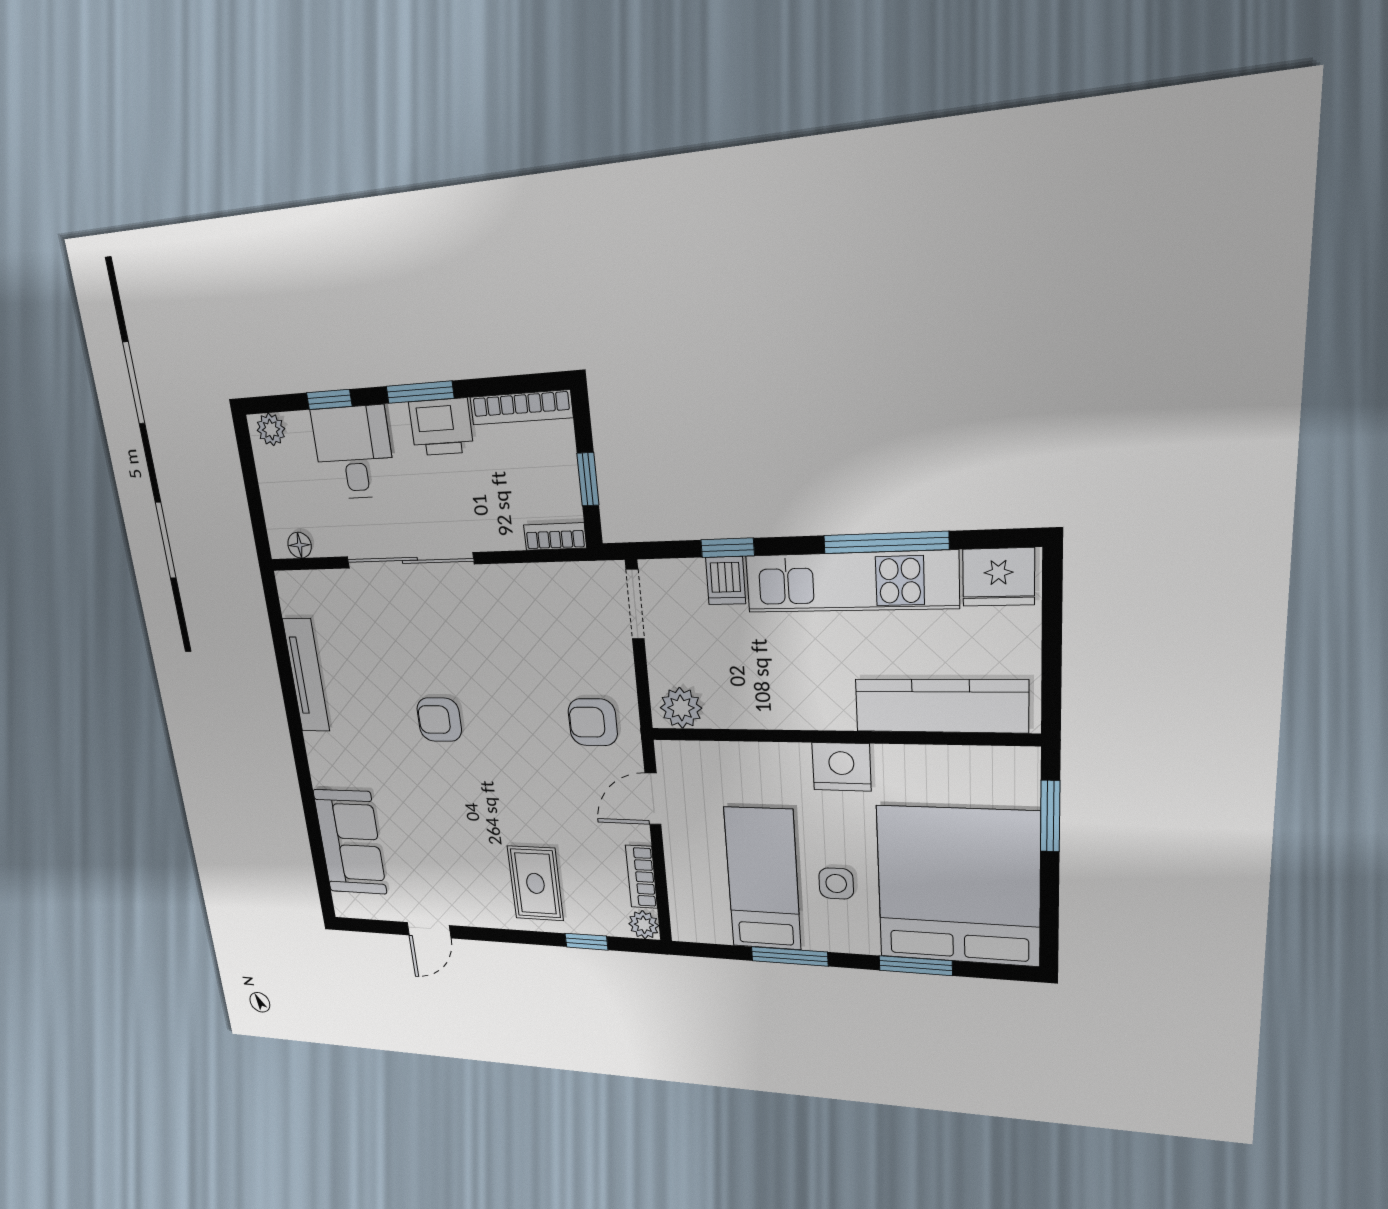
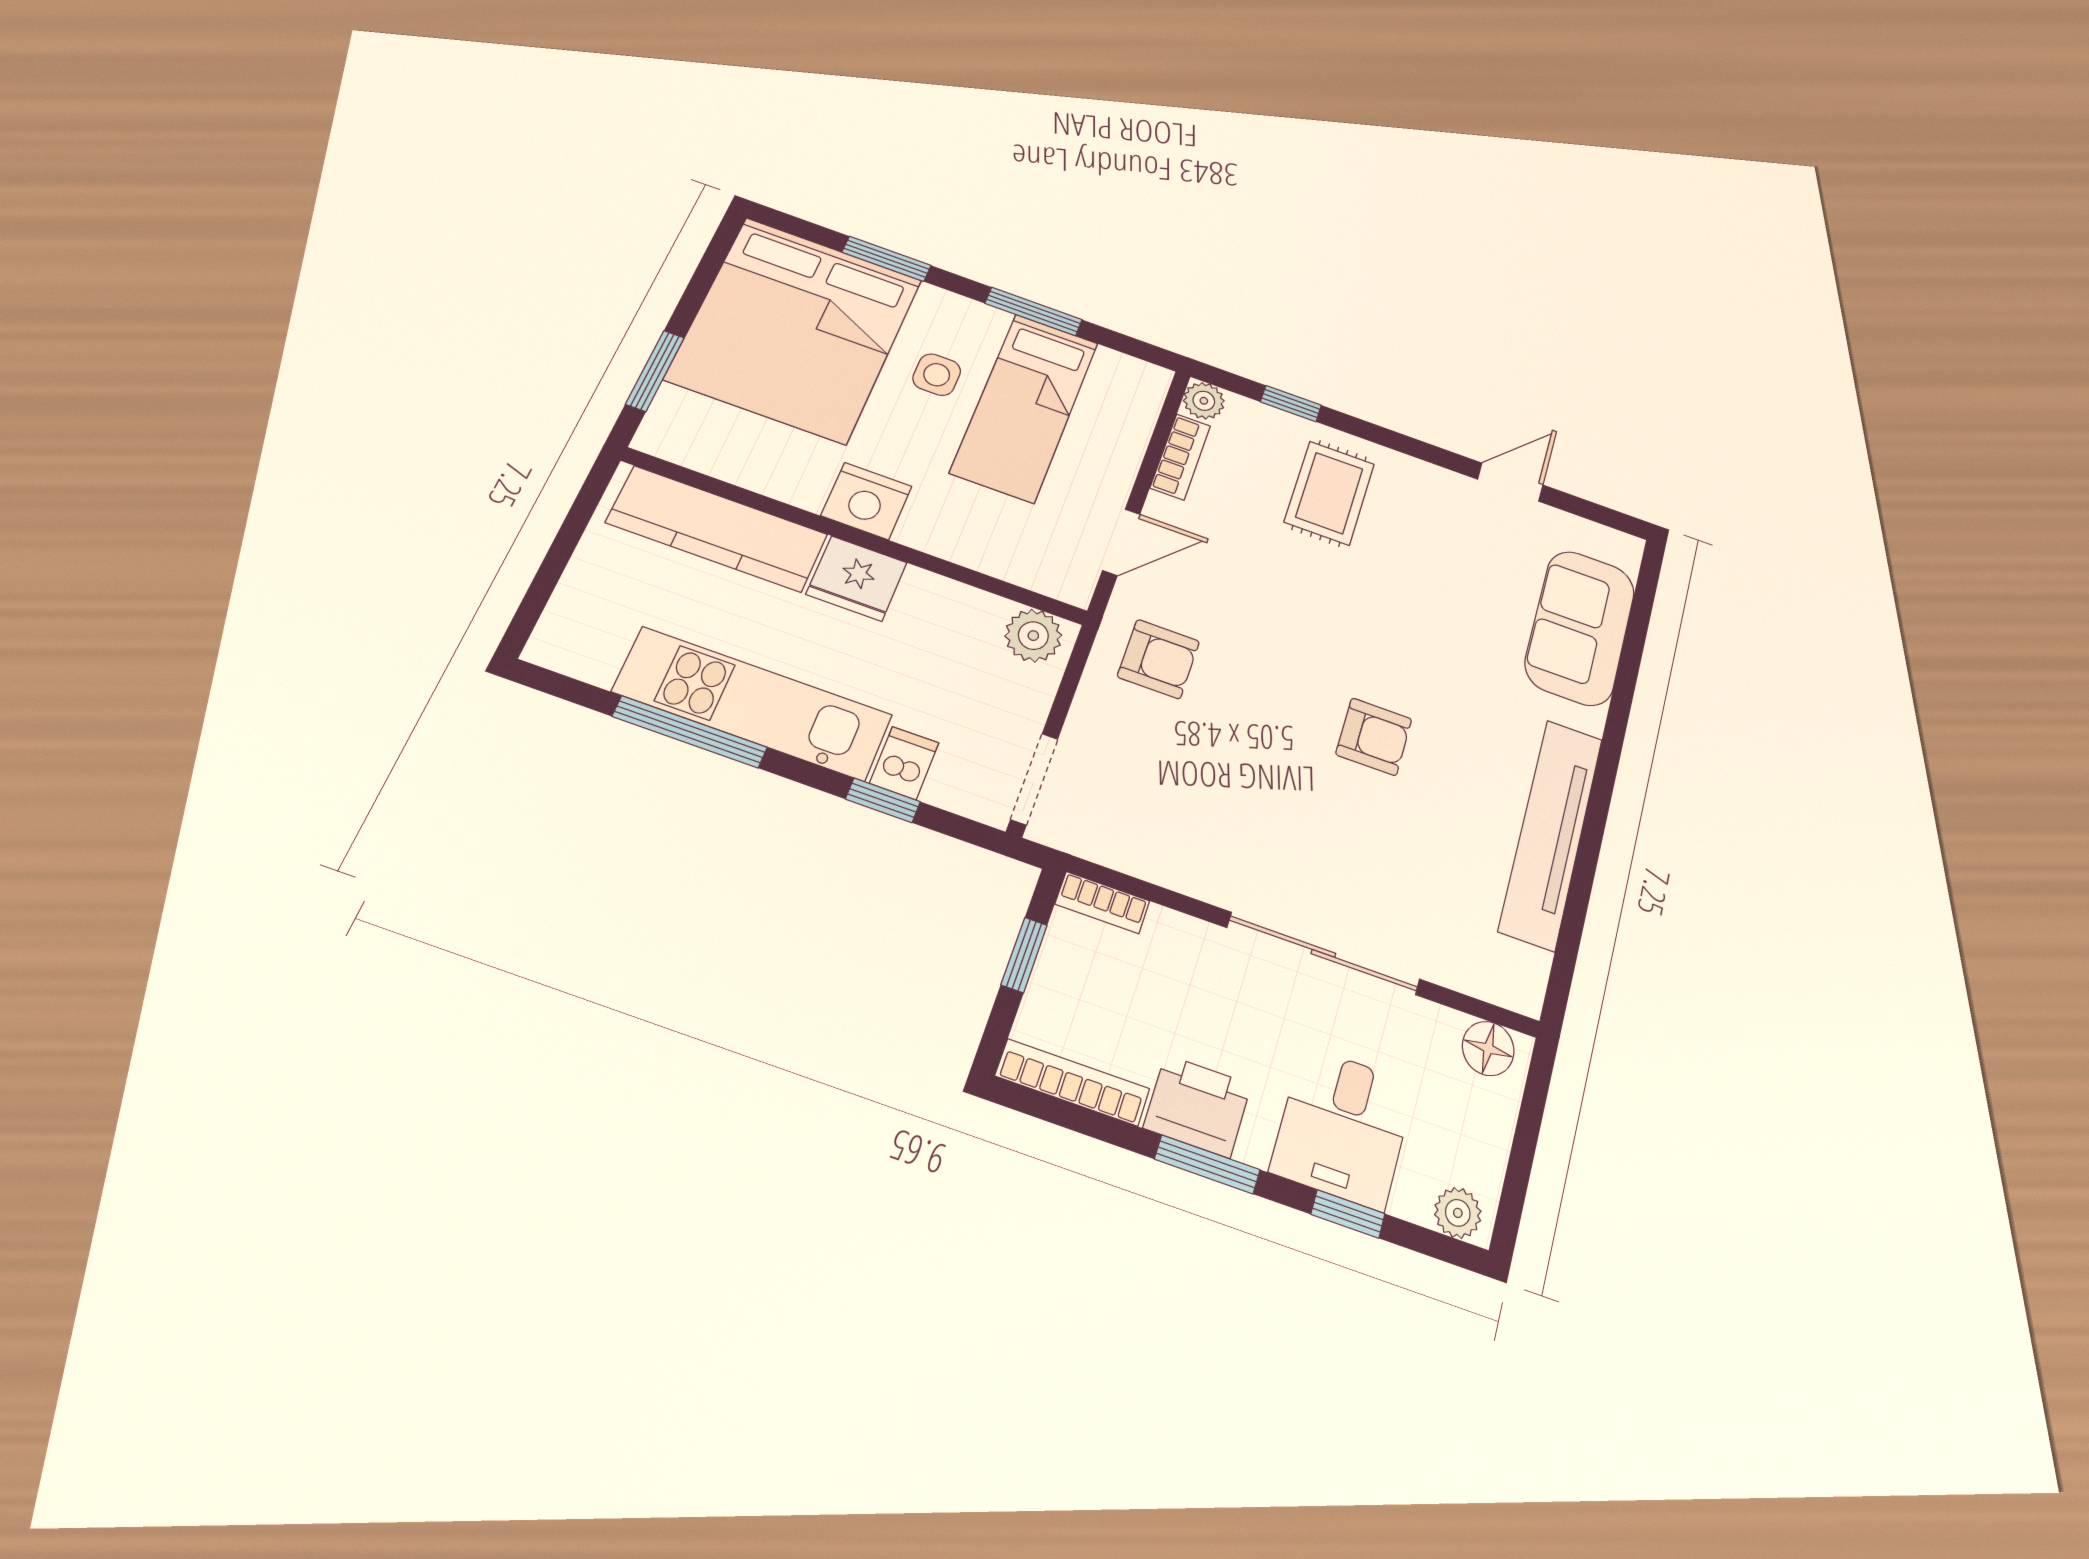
floor lamp: (300, 545) -> (1488, 1048), width x1.37, depth x1.37
fridge: (999, 577) -> (856, 578), moved, turned 180
tv unit: (306, 675) -> (1551, 833), width x1.36, depth x1.29

